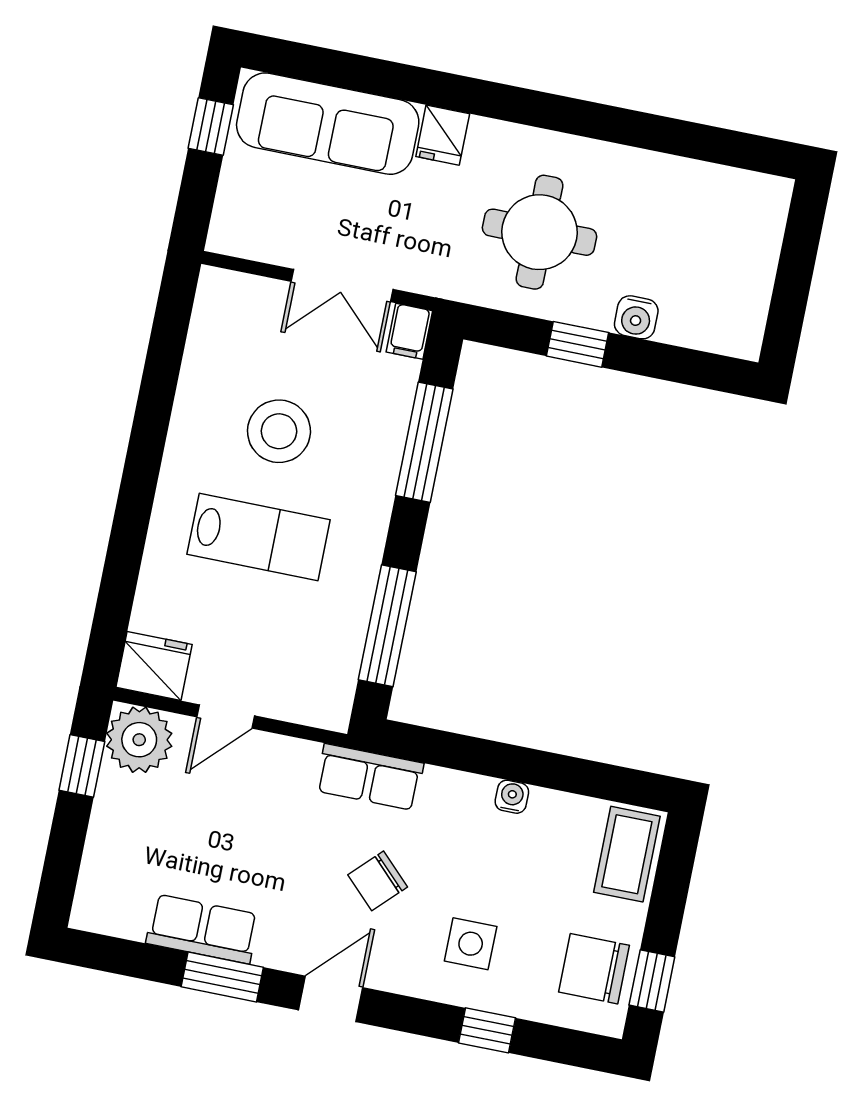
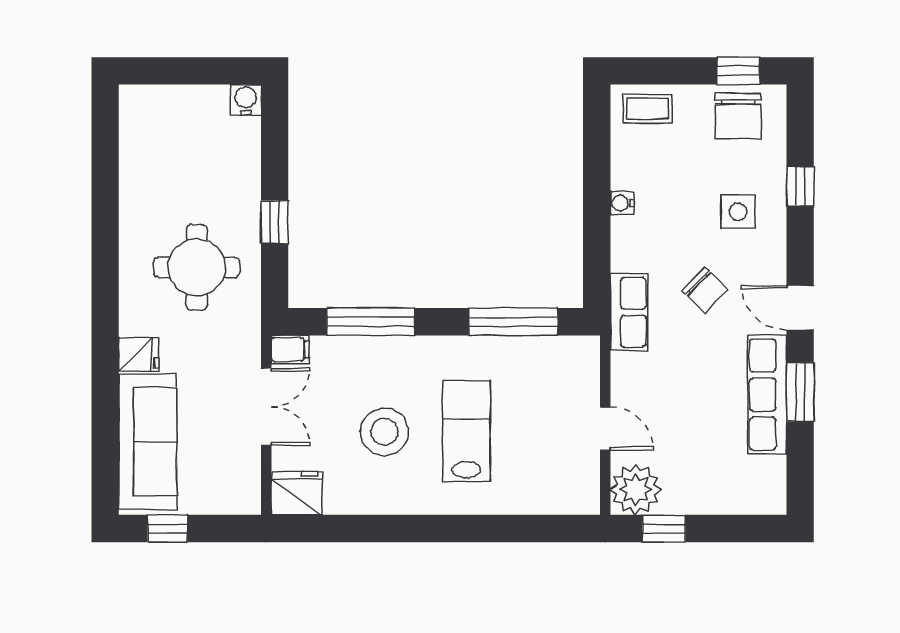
water cooler: (636, 317) -> (246, 100), moved, turned -90
fridge: (154, 666) -> (297, 493), moved, turned 90
coffee table: (627, 854) -> (648, 109), width x0.73, depth x0.77
row of seats: (202, 929) -> (767, 395), width x1.48

